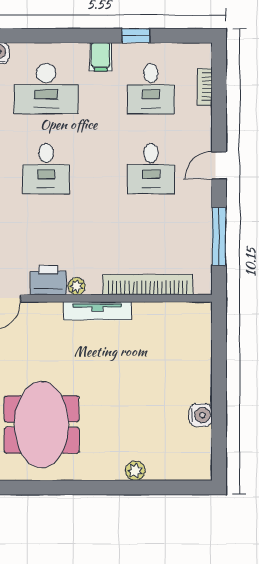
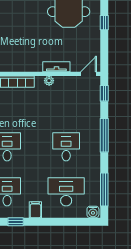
printer: (48, 280) -> (65, 84), removed
tv unit: (97, 311) -> (56, 67), moved, width x0.71

